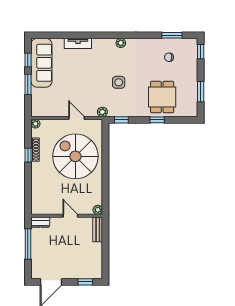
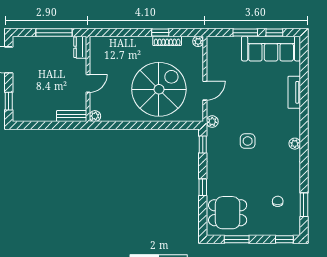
dining table: (162, 97) -> (228, 213), moved

